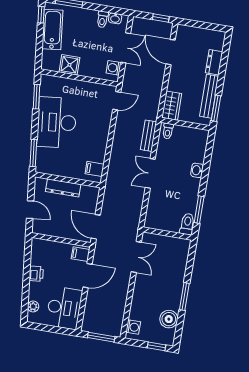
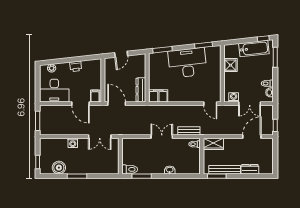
filing cabinet: (95, 169) -> (158, 96), width x2.00
dresser: (63, 188) -> (141, 90), moved
door: (96, 227) -> (117, 104), hinge flipped
washing machine: (133, 327) -> (73, 143), moved

